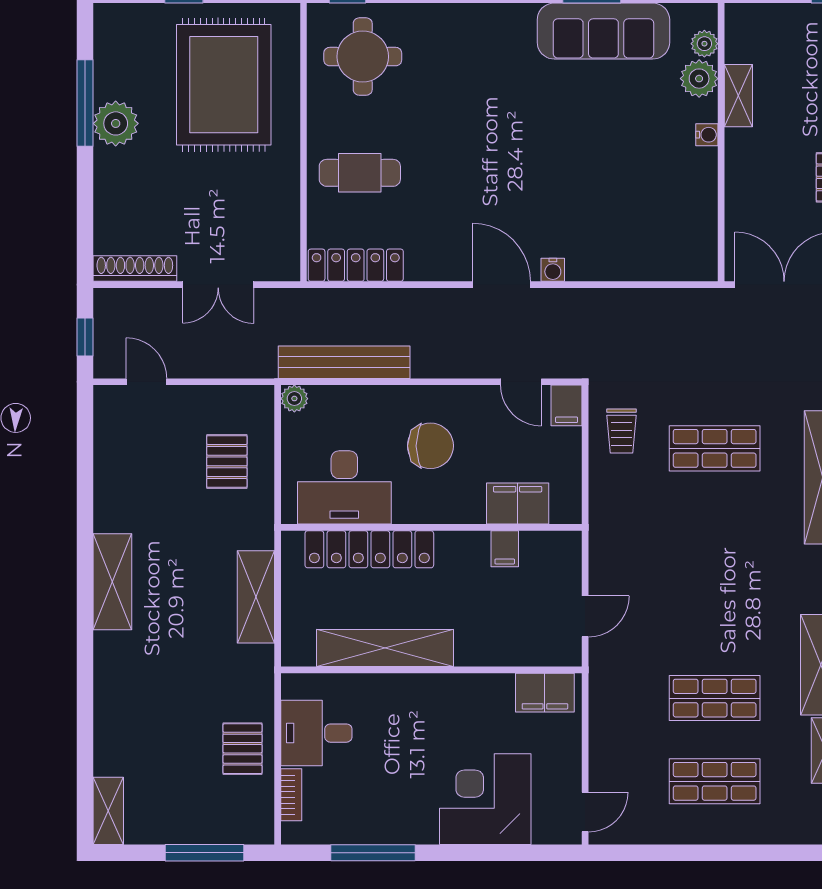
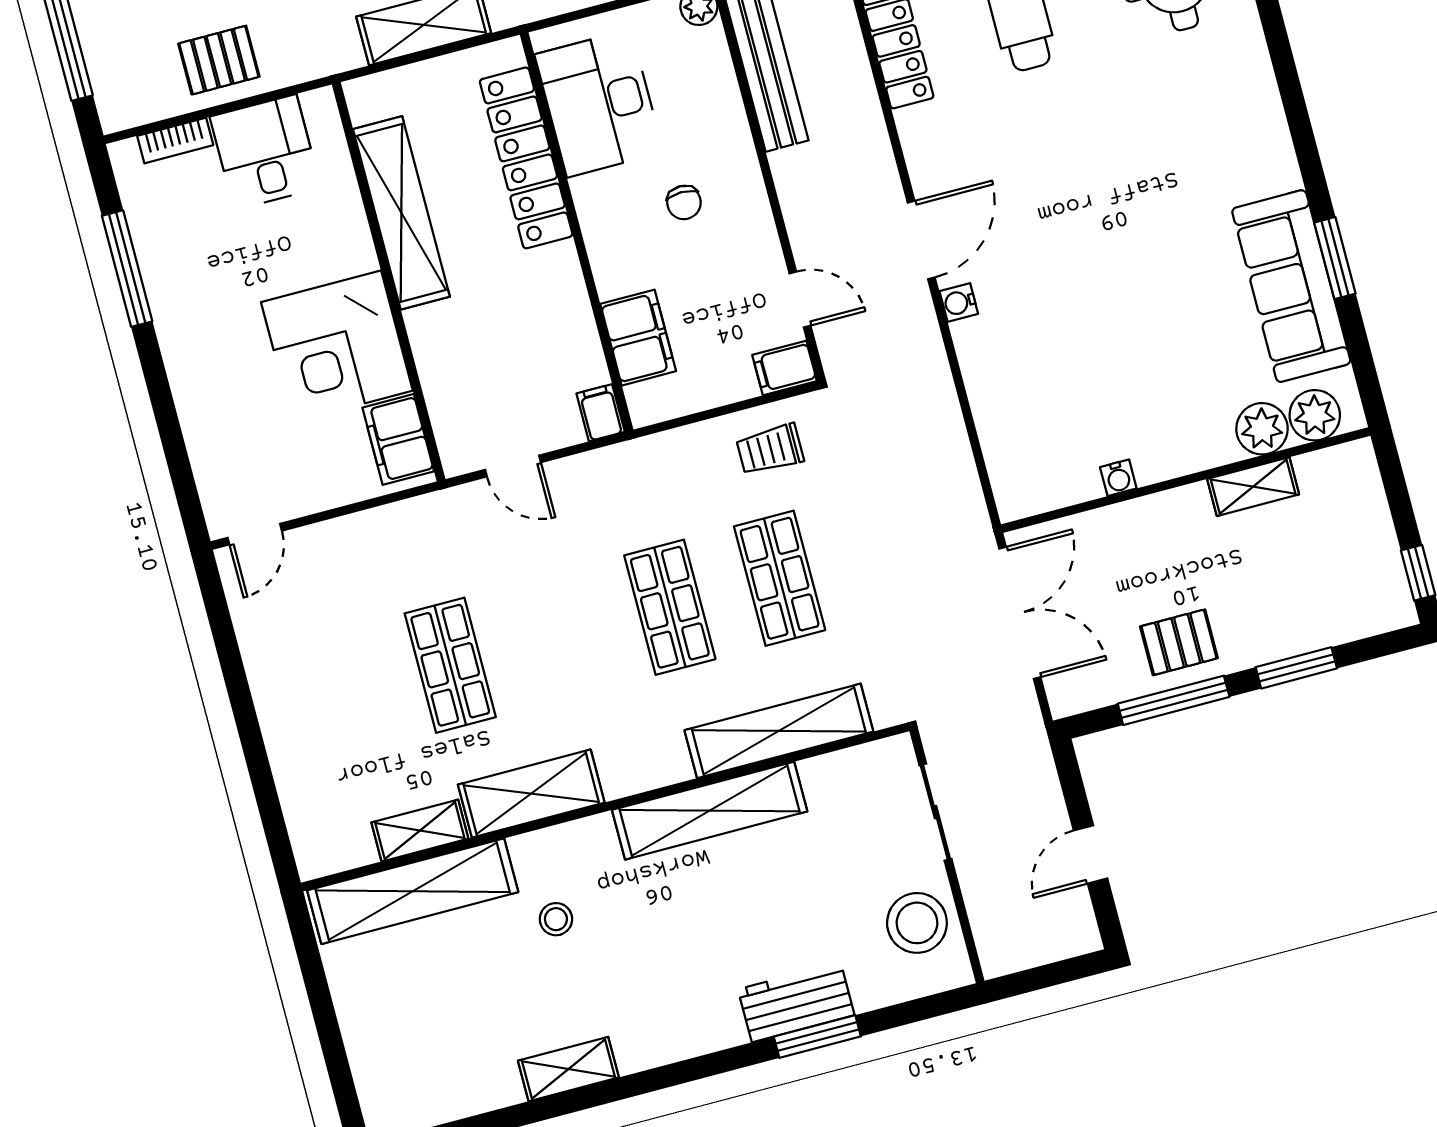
plant: (704, 44) -> (1315, 415), width x1.38, depth x1.38
water cooler: (707, 135) -> (1118, 478), moved
door: (521, 382) -> (800, 299), swing flipped
chair: (430, 446) -> (684, 202), width x0.54, depth x0.54
filing cabinet: (505, 549) -> (601, 413), moved, turned 90
shop shelf: (715, 781) -> (670, 607), moved
corner desk: (485, 799) -> (337, 346), moved, turned 180
door: (585, 812) -> (255, 534), hinge flipped

